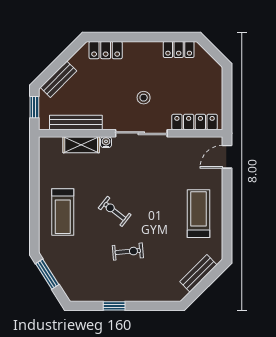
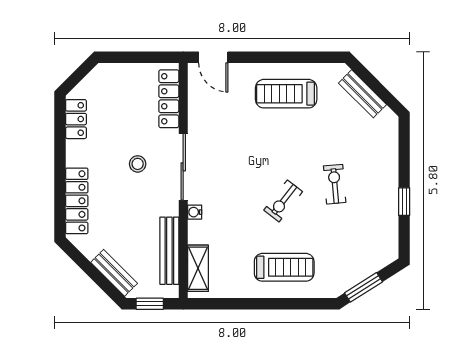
locker: (106, 50) -> (77, 201), width x1.53
shelving: (81, 145) -> (198, 268), moved

